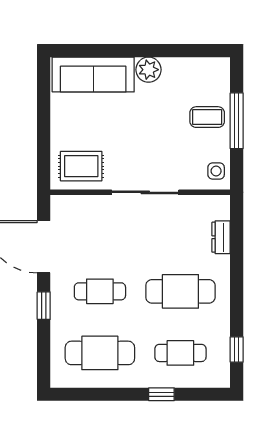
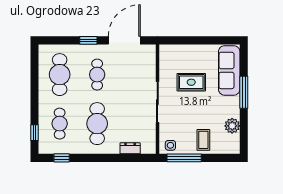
window: (129, 51) -> (244, 92), added
plant: (148, 70) -> (232, 126), moved
window: (237, 121) -> (184, 158), moved
rug: (81, 166) -> (191, 82), moved, turned 90
window: (161, 394) -> (34, 133), moved

